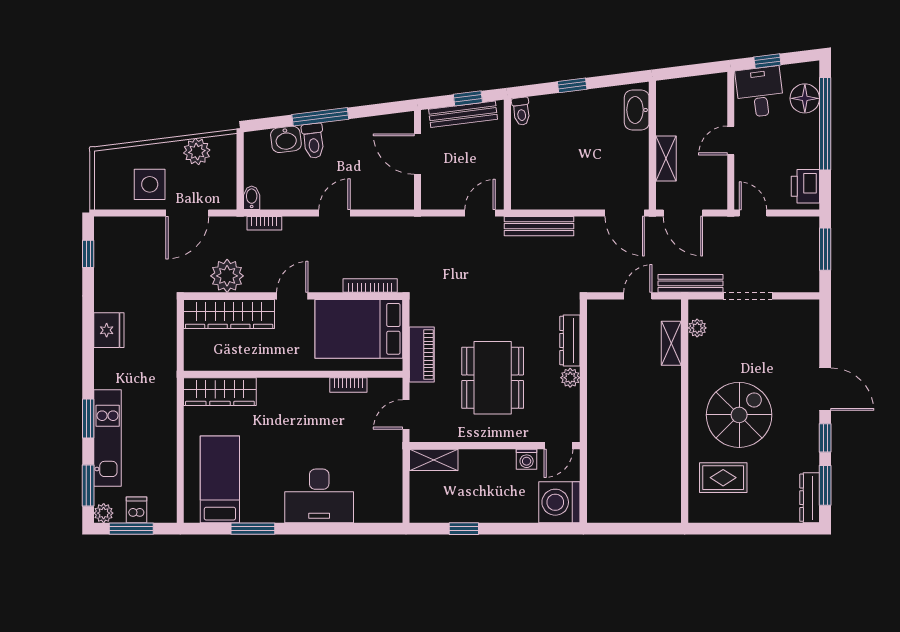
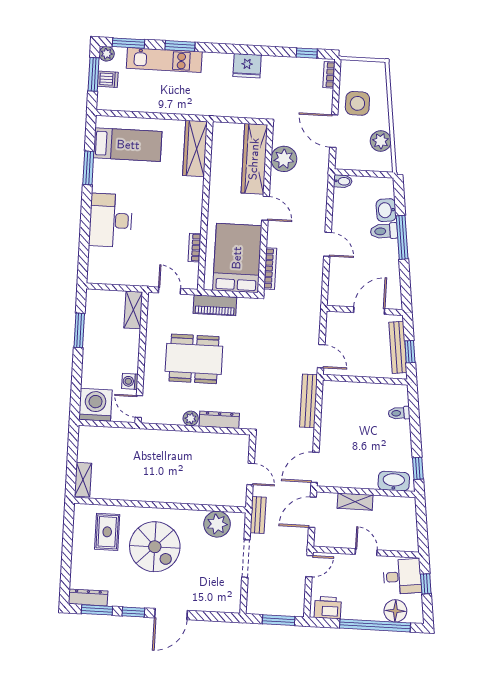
window: (572, 85) -> (418, 468), moved
toilet: (521, 111) -> (399, 413), moved
bookcase: (264, 223) -> (329, 75), moved
bench: (690, 283) -> (258, 515), width x0.73
plant: (697, 328) -> (217, 524), width x1.88, depth x1.88
shelving: (671, 343) -> (83, 480), moved, turned 90
window: (464, 529) -> (79, 330), width x1.50

